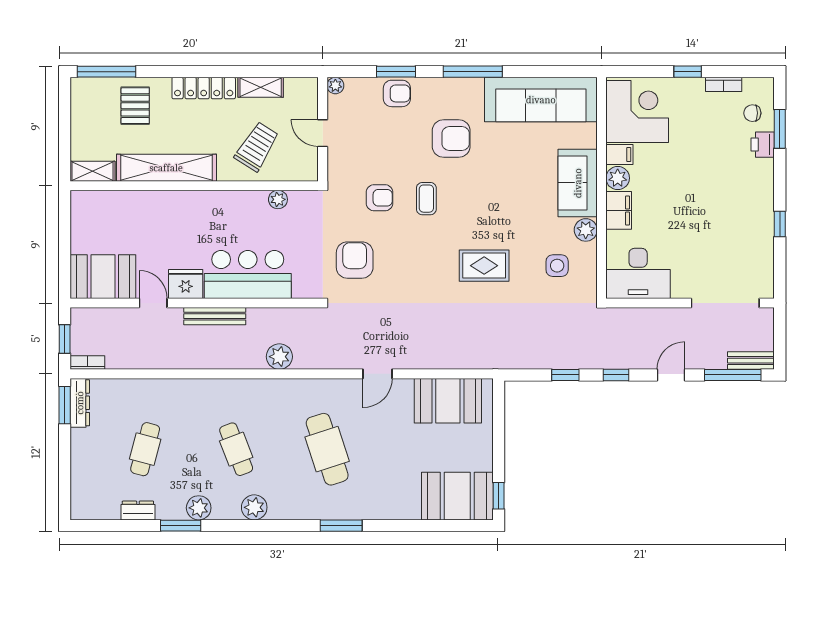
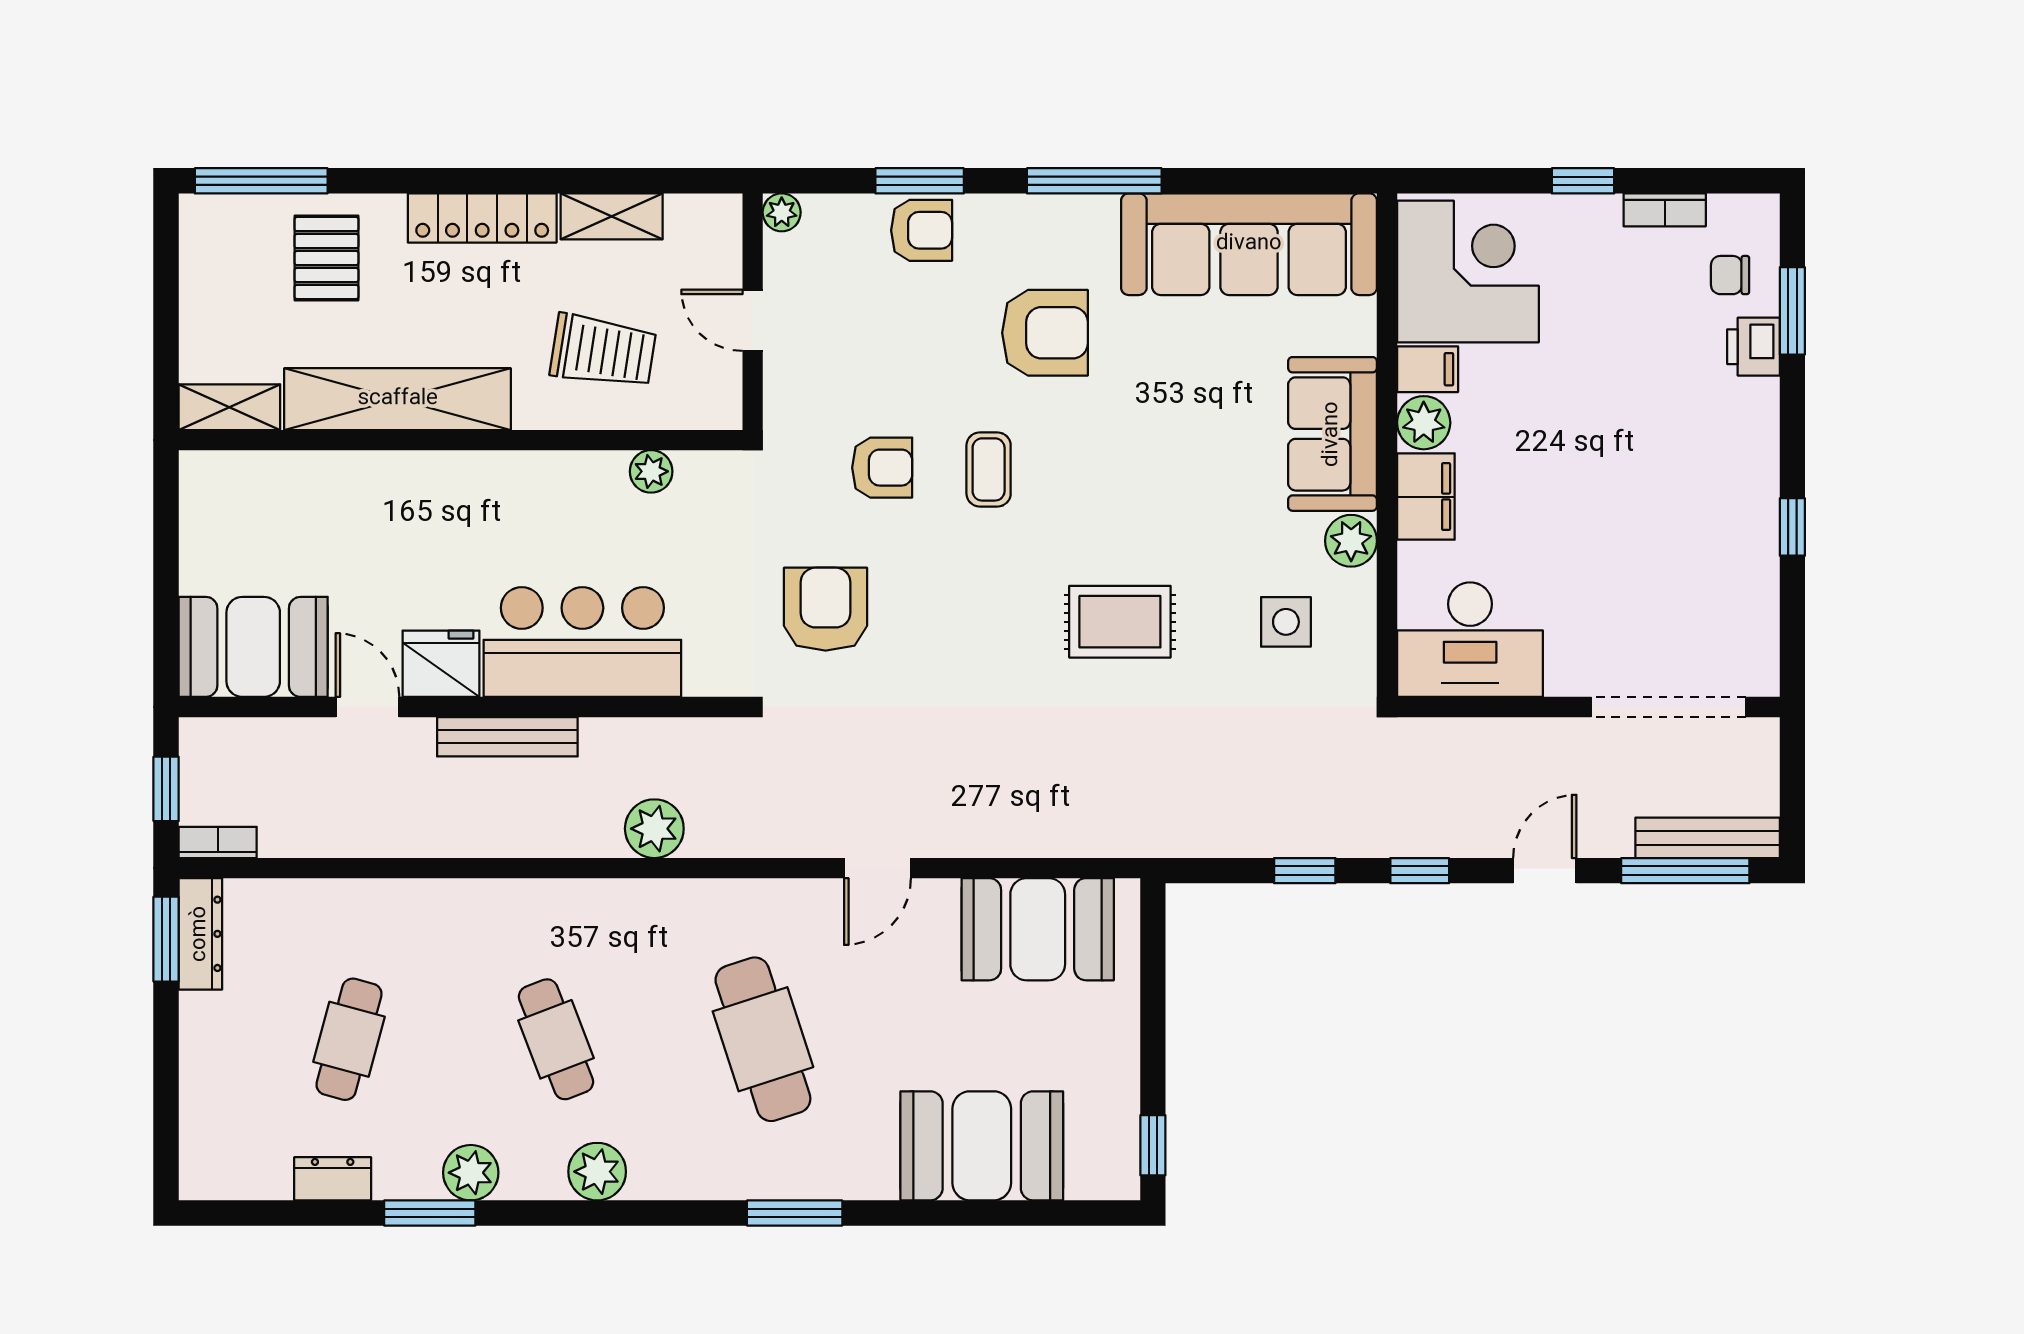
trolley: (257, 147) -> (603, 351), turned 67
bench: (751, 361) -> (1708, 838), width x1.36
booth: (457, 496) -> (982, 1146), moved

